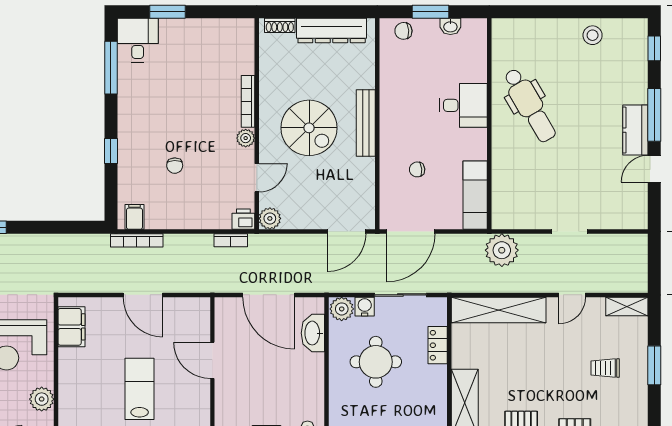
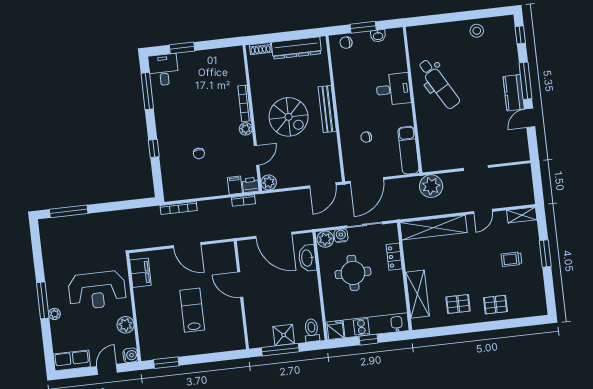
filing cabinet: (134, 217) -> (235, 185), moved

